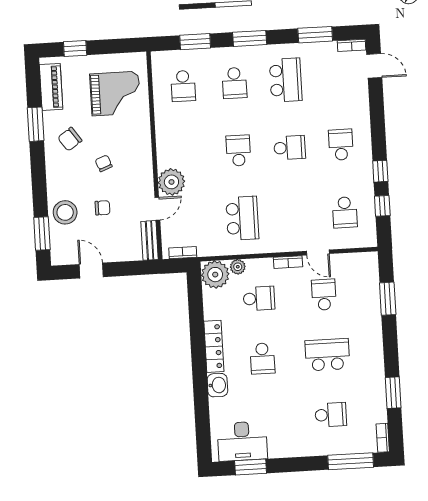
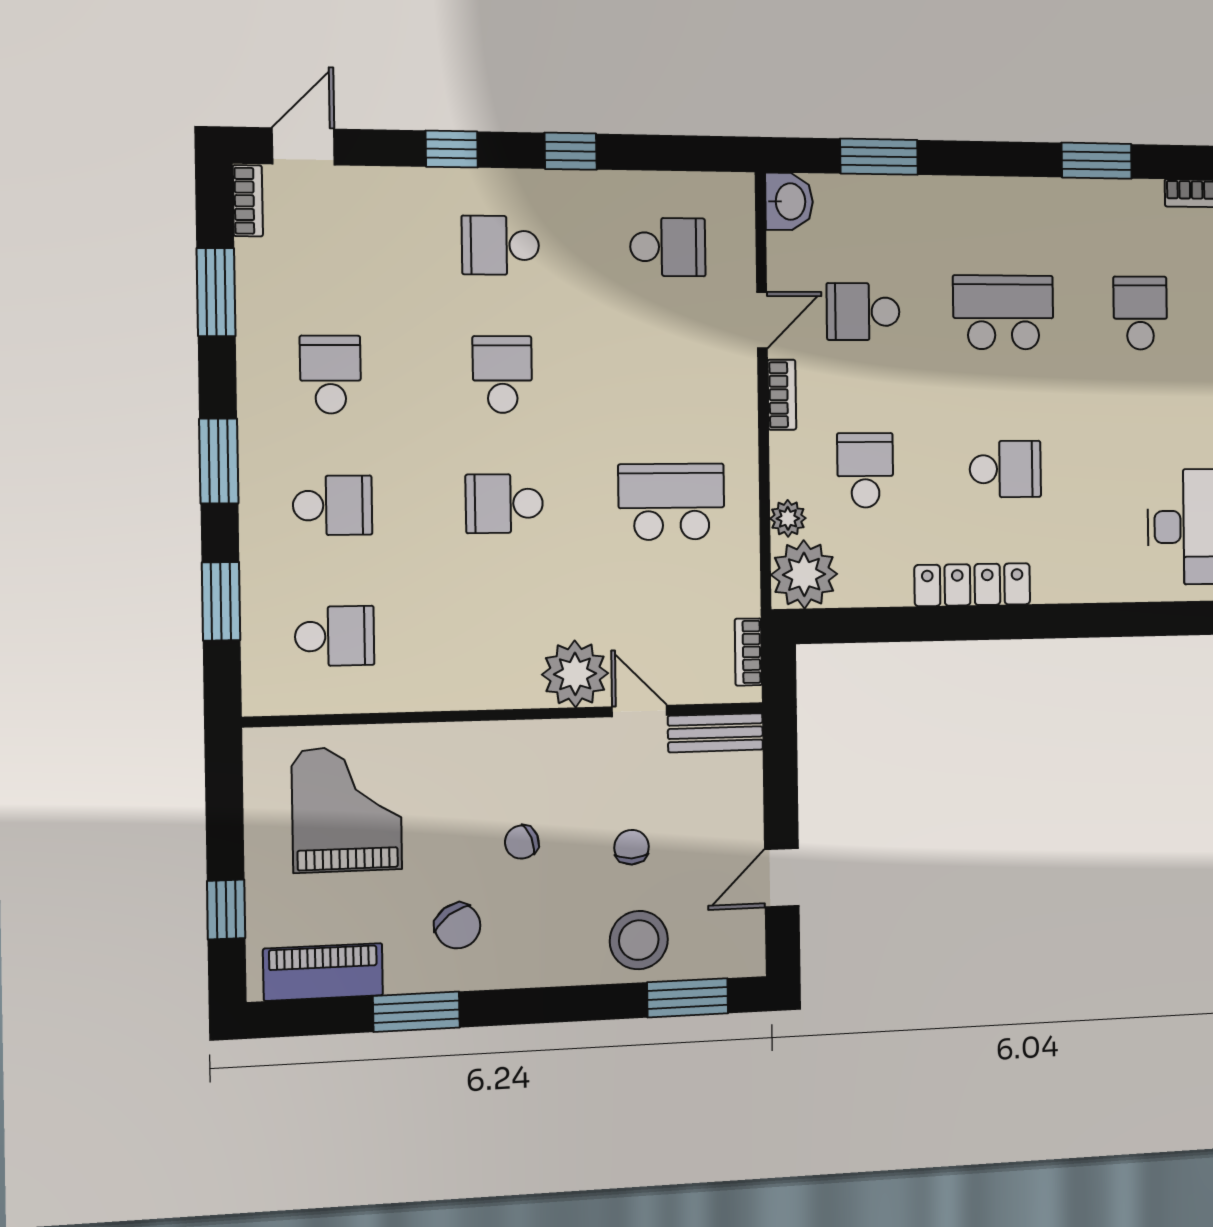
school desk: (286, 80) -> (330, 375), width x0.54
window: (382, 206) -> (452, 149), moved
school desk: (327, 355) -> (1003, 312), turned 90
washbasin: (217, 385) -> (789, 201), moved, turned 90

